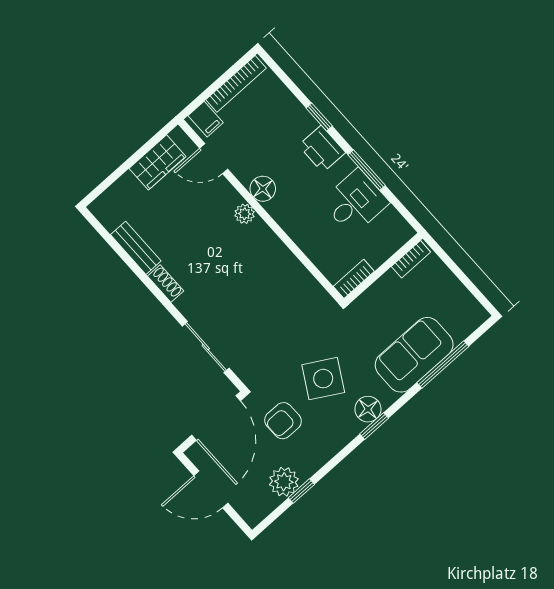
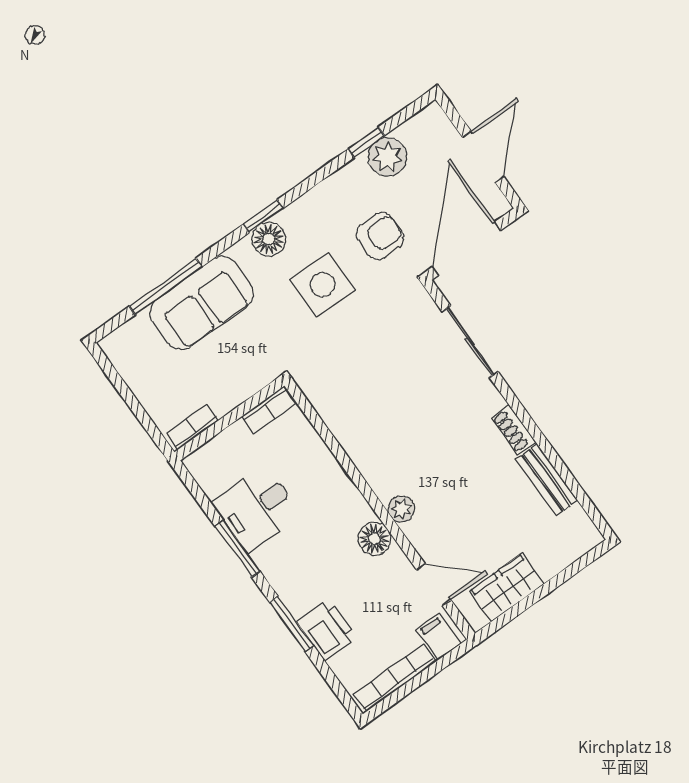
window: (319, 117) -> (292, 624), width x1.50
printer: (322, 149) -> (327, 630), moved
side table: (323, 379) -> (322, 285), turned -30
door: (211, 489) -> (483, 157), hinge flipped

